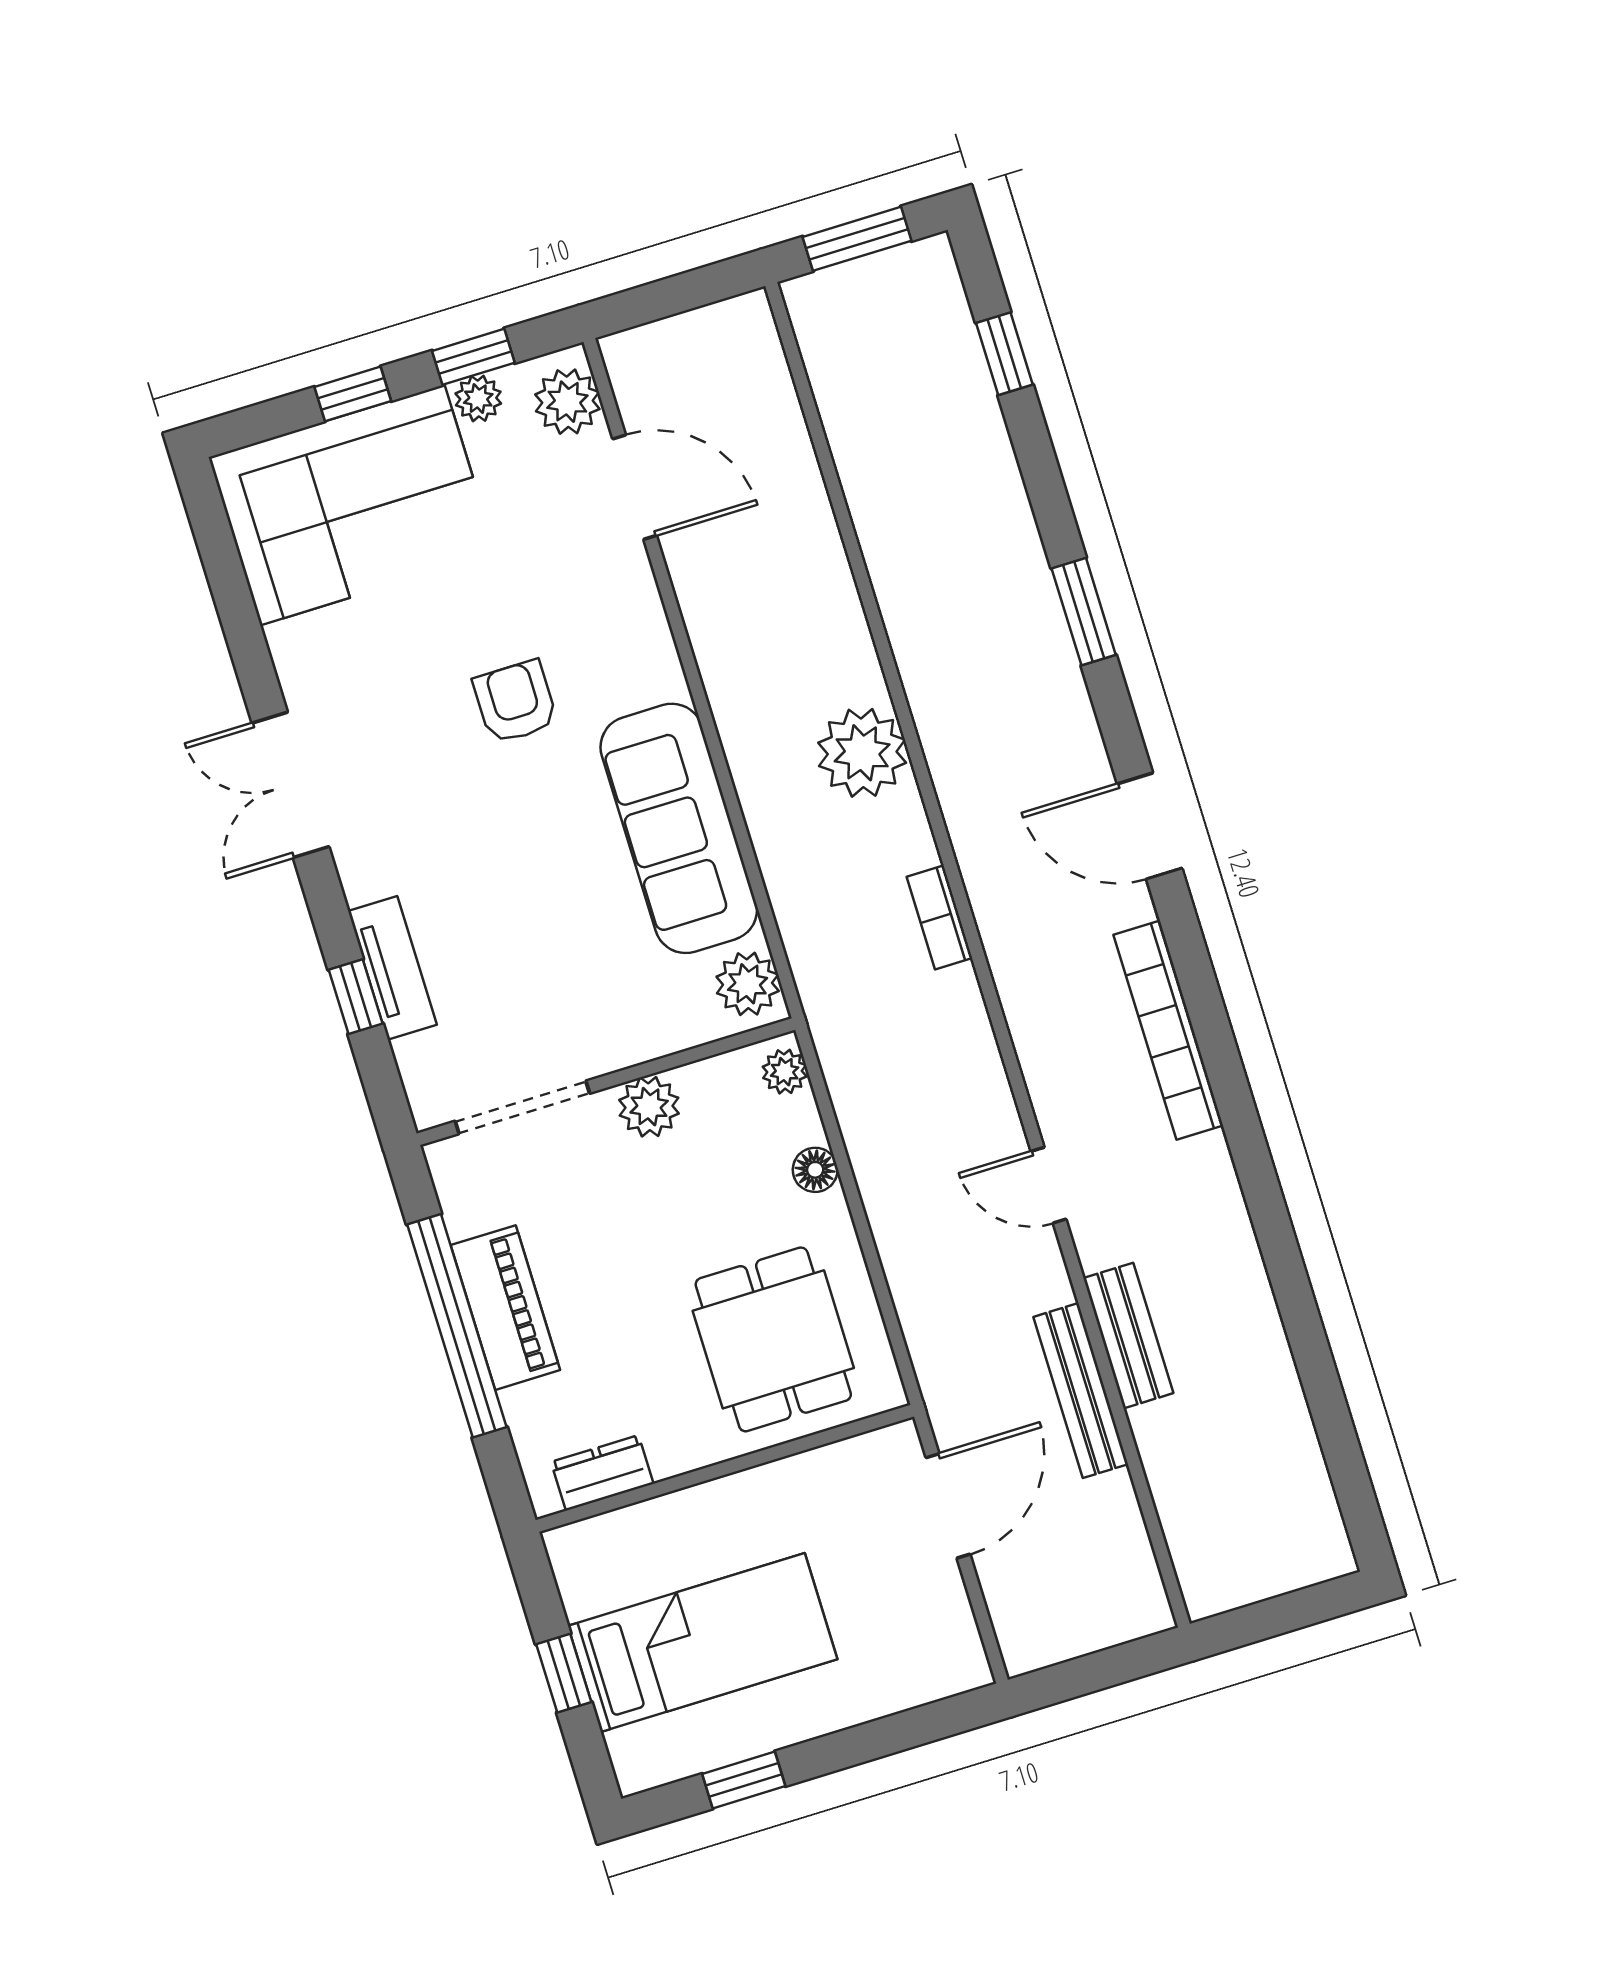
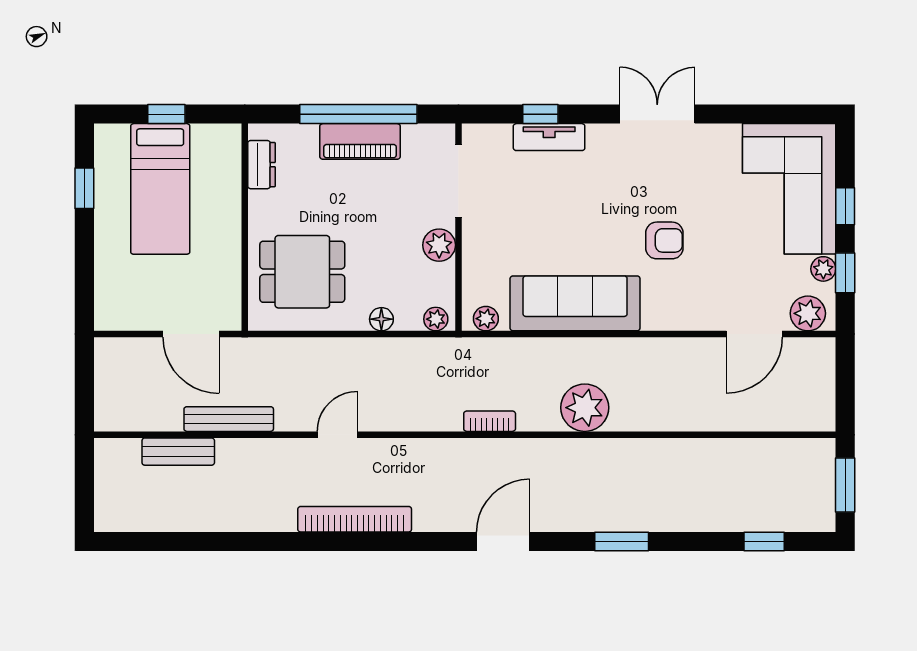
plant: (748, 984) -> (486, 319), width x0.73, depth x0.73
bookcase: (1168, 1030) -> (355, 519), moved
bench: (1128, 1336) -> (178, 452), moved

